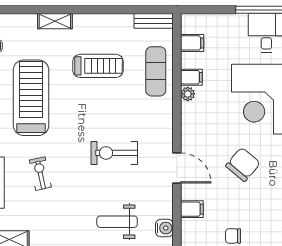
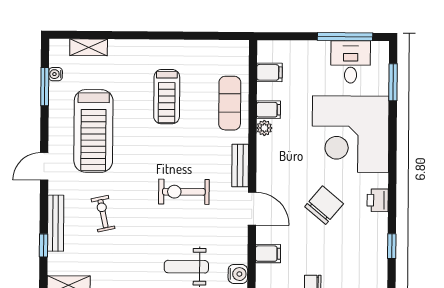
shelving: (55, 21) -> (89, 47), moved
bench: (154, 21) -> (240, 166), moved, turned 90
treadmill: (98, 66) -> (167, 97), turned 90
treadmill: (31, 98) -> (93, 131), turned 180

